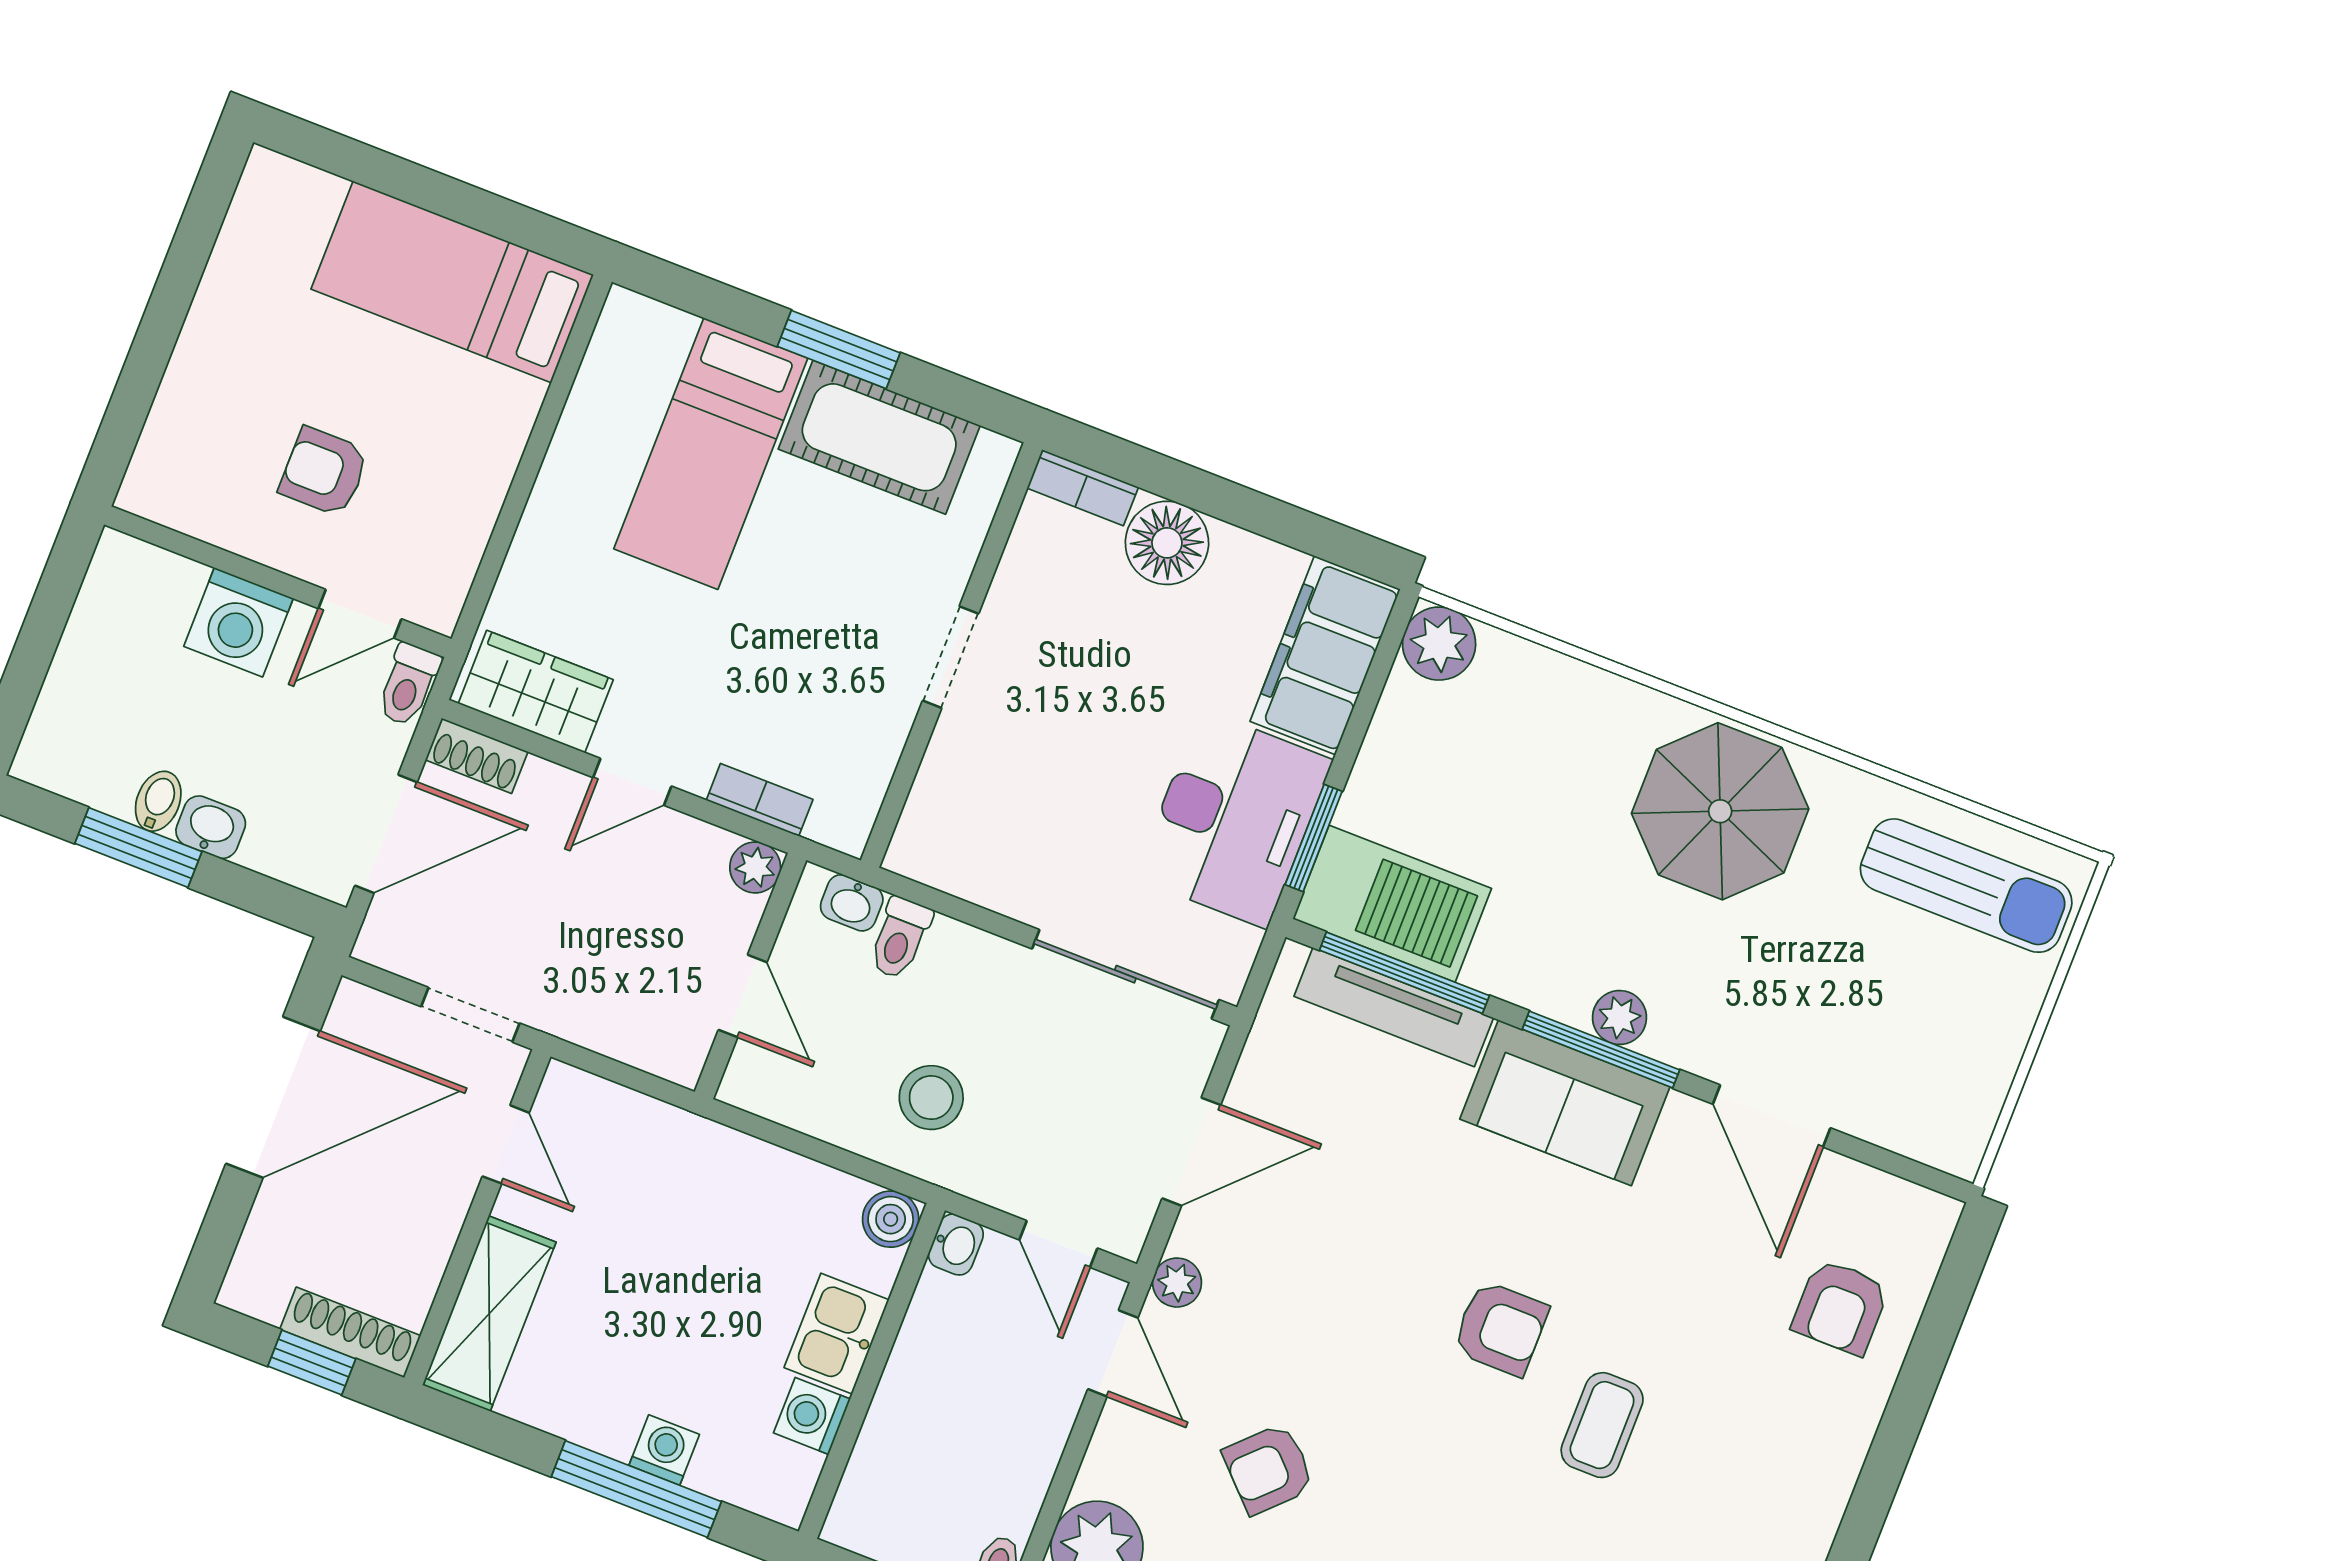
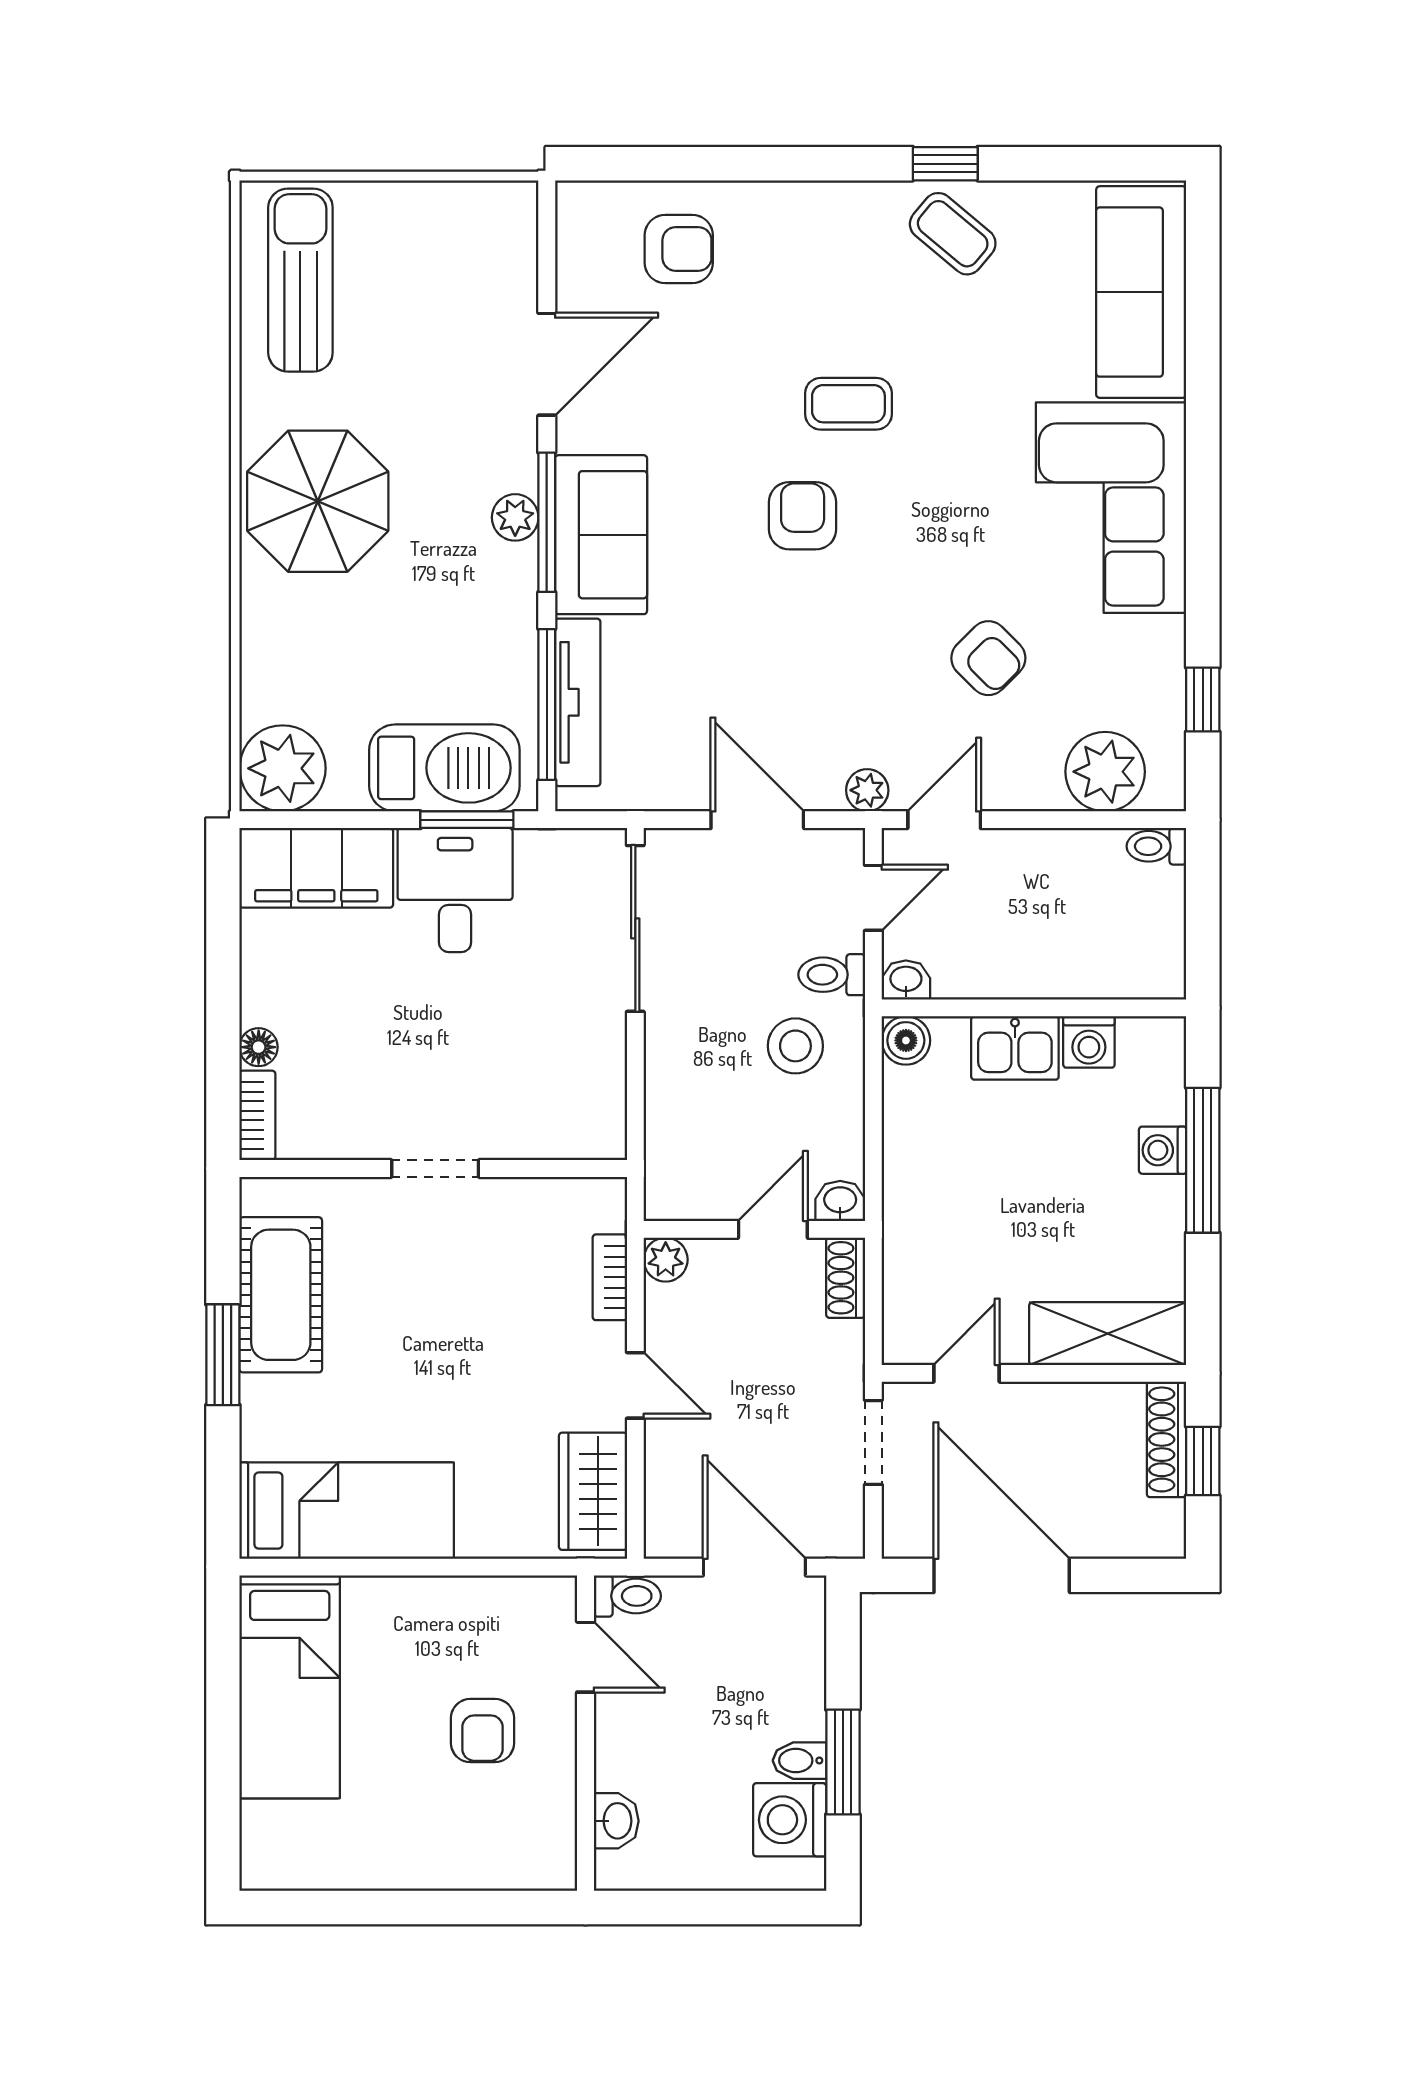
bed: (711, 454) -> (347, 1511), moved
floor lamp: (1167, 543) -> (259, 1047), width x0.53, depth x0.53
washing machine: (238, 622) -> (790, 1820), moved, turned 180
plant: (1439, 644) -> (283, 768), width x1.36, depth x1.36
shoe rack: (477, 756) -> (846, 1278), moved, turned 180
desk: (1234, 819) -> (455, 890), width x0.73
washbasin: (211, 827) -> (616, 1821), moved, turned 180
washbasin: (852, 903) -> (840, 1201), moved, turned -90
barbecue: (1392, 904) -> (444, 768), moved, turned 90
toilet: (900, 938) -> (832, 975), moved, turned 180

